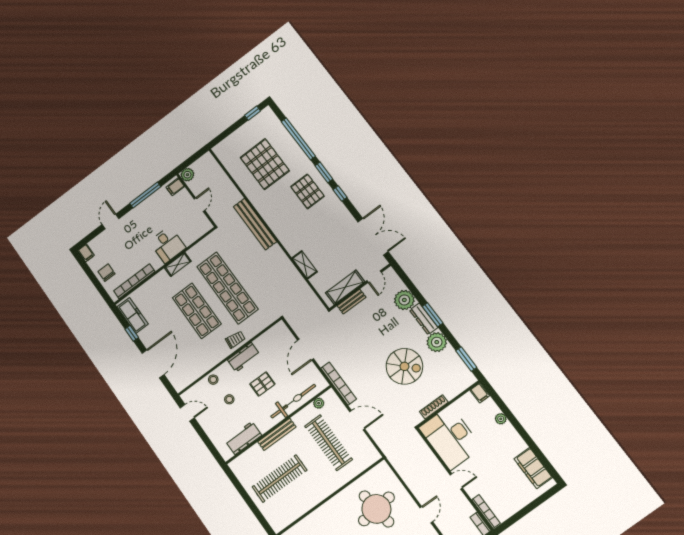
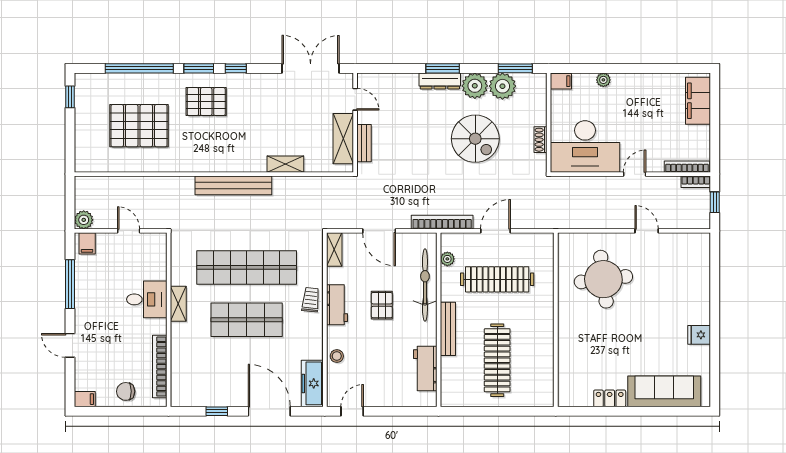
bench: (255, 224) -> (233, 185), moved
plant: (404, 300) -> (502, 86), moved
freezer: (133, 315) -> (312, 383), moved, turned -90
shelving: (275, 331) -> (334, 250), added
spiral stairs: (404, 366) -> (475, 139), turned 90
stool: (229, 399) -> (372, 354), removed
shoe rack: (434, 407) -> (541, 140), width x0.70
filing cabinet: (533, 468) -> (698, 101), moved, turned 90

